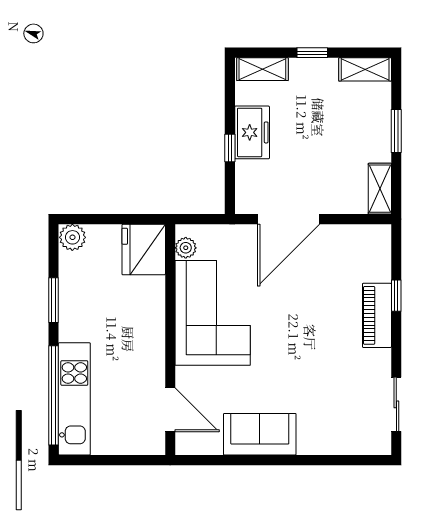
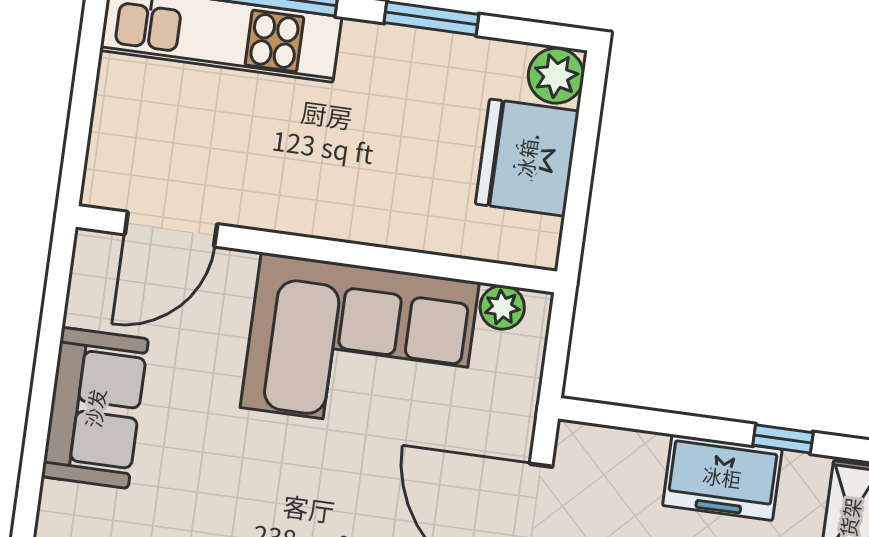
window: (230, 148) -> (783, 439), moved
fridge: (144, 250) -> (527, 158), moved, turned -90

